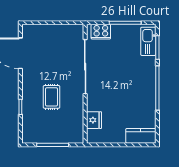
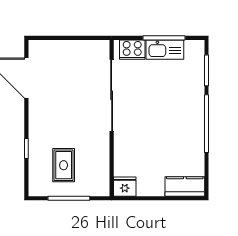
kitchen sink: (148, 41) -> (165, 50), moved, turned -90
rug: (51, 97) -> (64, 165), moved
fridge: (94, 120) -> (125, 187), moved, turned -90

